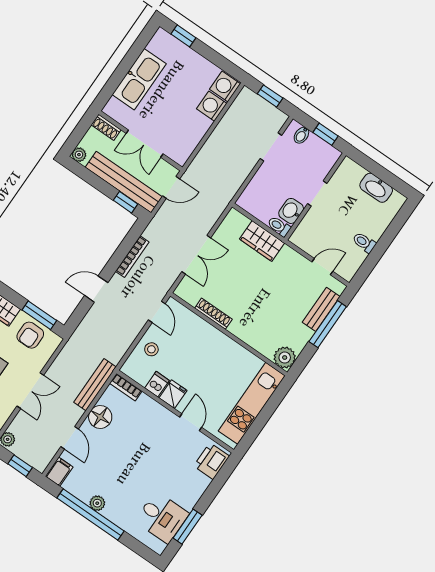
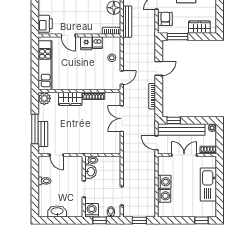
washing machine: (225, 86) -> (164, 182), moved
washing machine: (327, 156) -> (92, 210), added
door: (171, 187) -> (157, 143), hinge flipped
wardrobe: (262, 241) -> (70, 99), moved, turned 180
door: (322, 267) -> (57, 155), hinge flipped
door: (157, 312) -> (122, 78), swing flipped
armchair: (30, 335) -> (165, 19), moved

